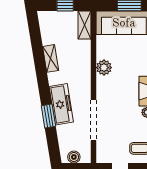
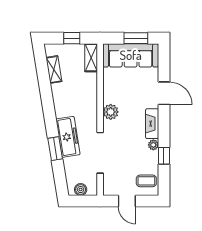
shelving: (51, 58) -> (54, 69), moved
plant: (104, 68) -> (111, 112), moved

